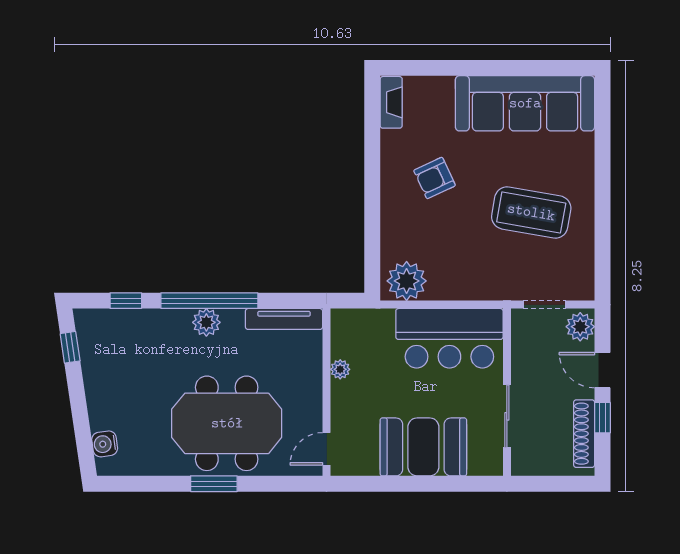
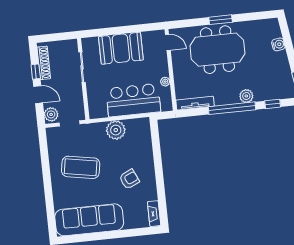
plant: (407, 281) -> (116, 130), moved
plant: (206, 322) -> (246, 96), moved
bar counter: (449, 338) -> (133, 100), moved
water cooler: (105, 444) -> (278, 44), moved
door: (327, 449) -> (168, 42), hinge flipped

